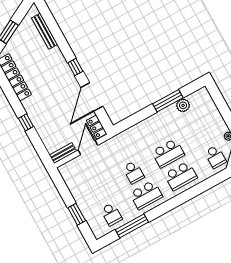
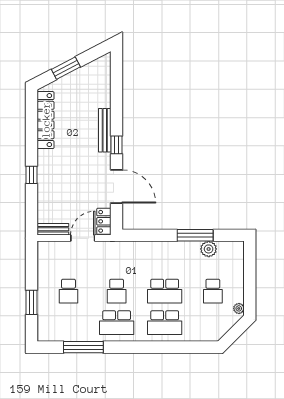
bench: (45, 31) -> (105, 130), moved
door: (92, 97) -> (117, 186), swing flipped
school desk: (215, 157) -> (213, 291), moved
school desk: (111, 214) -> (68, 291), moved

